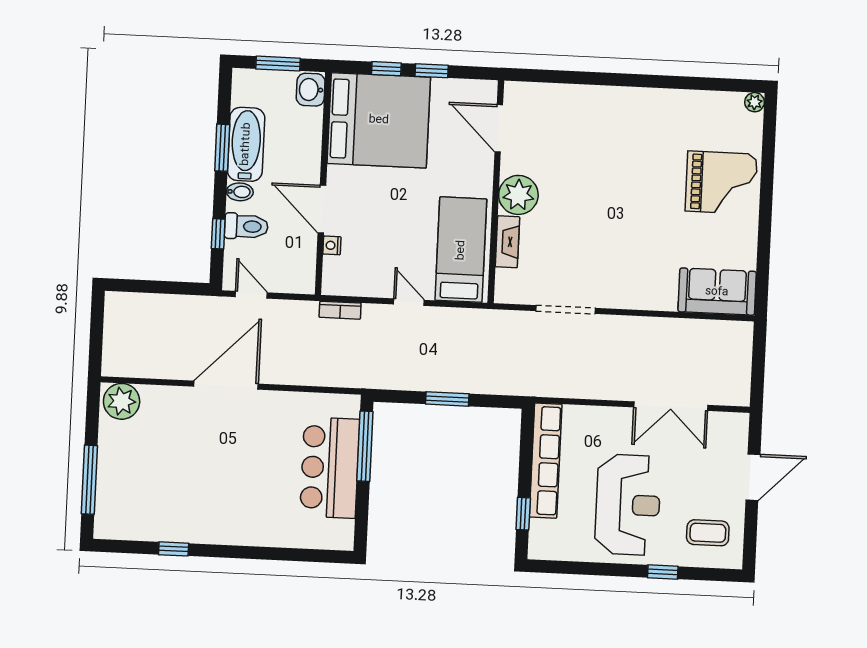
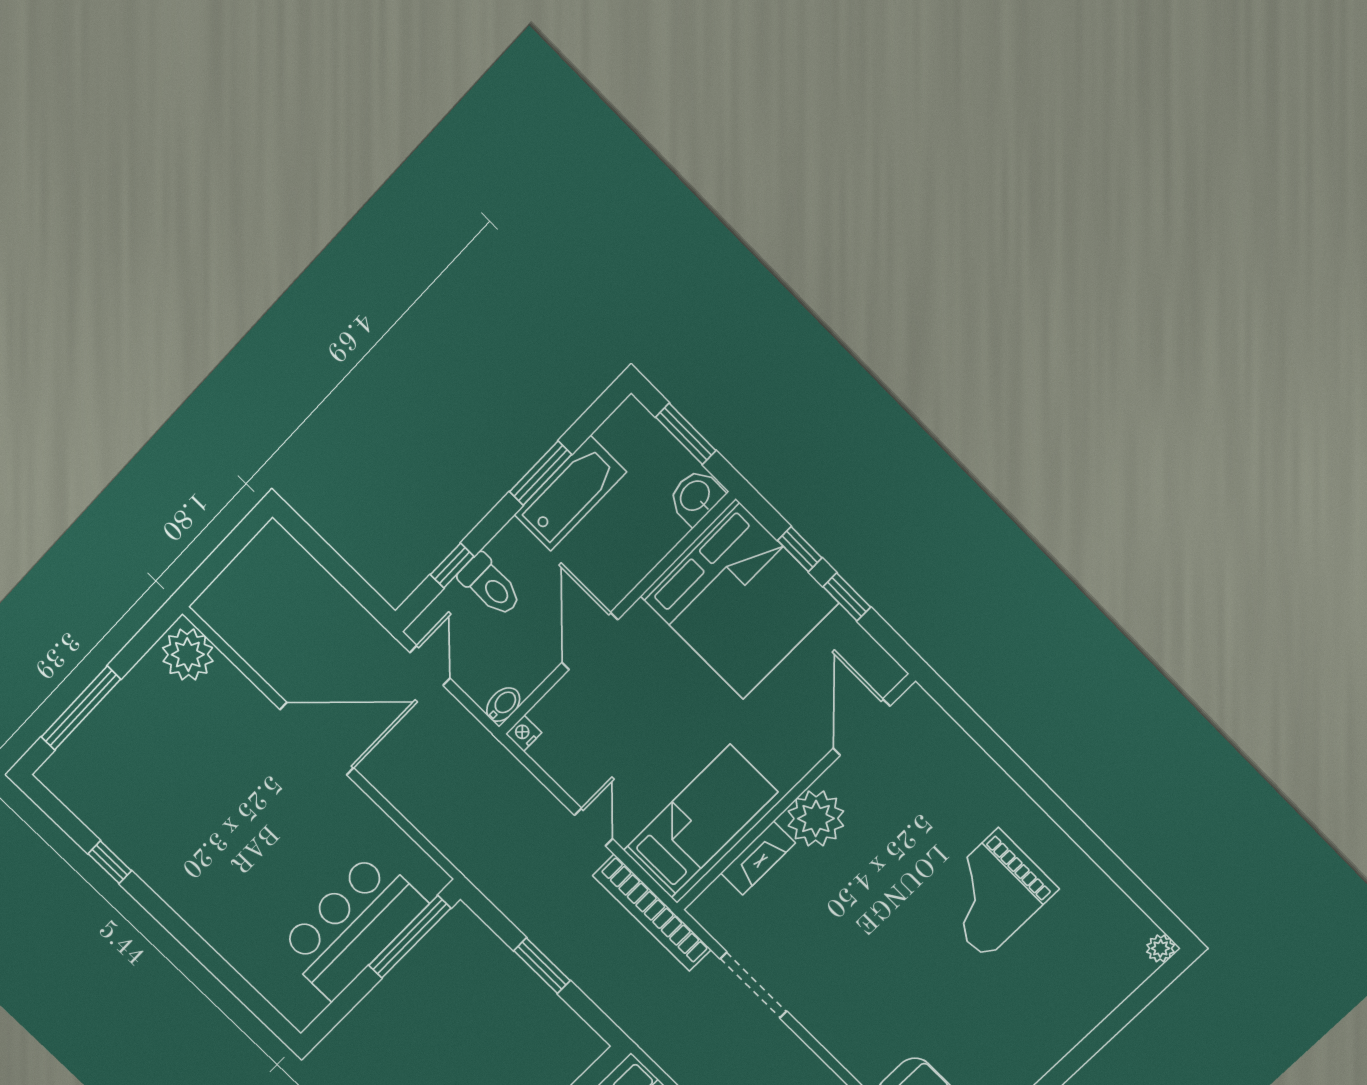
grand piano: (721, 183) -> (992, 894), moved, turned 90
bidet: (240, 192) -> (503, 705), moved, turned -90
nightstand: (332, 245) -> (524, 733), moved
bookcase: (340, 310) -> (652, 913), moved, width x2.31, depth x1.31

